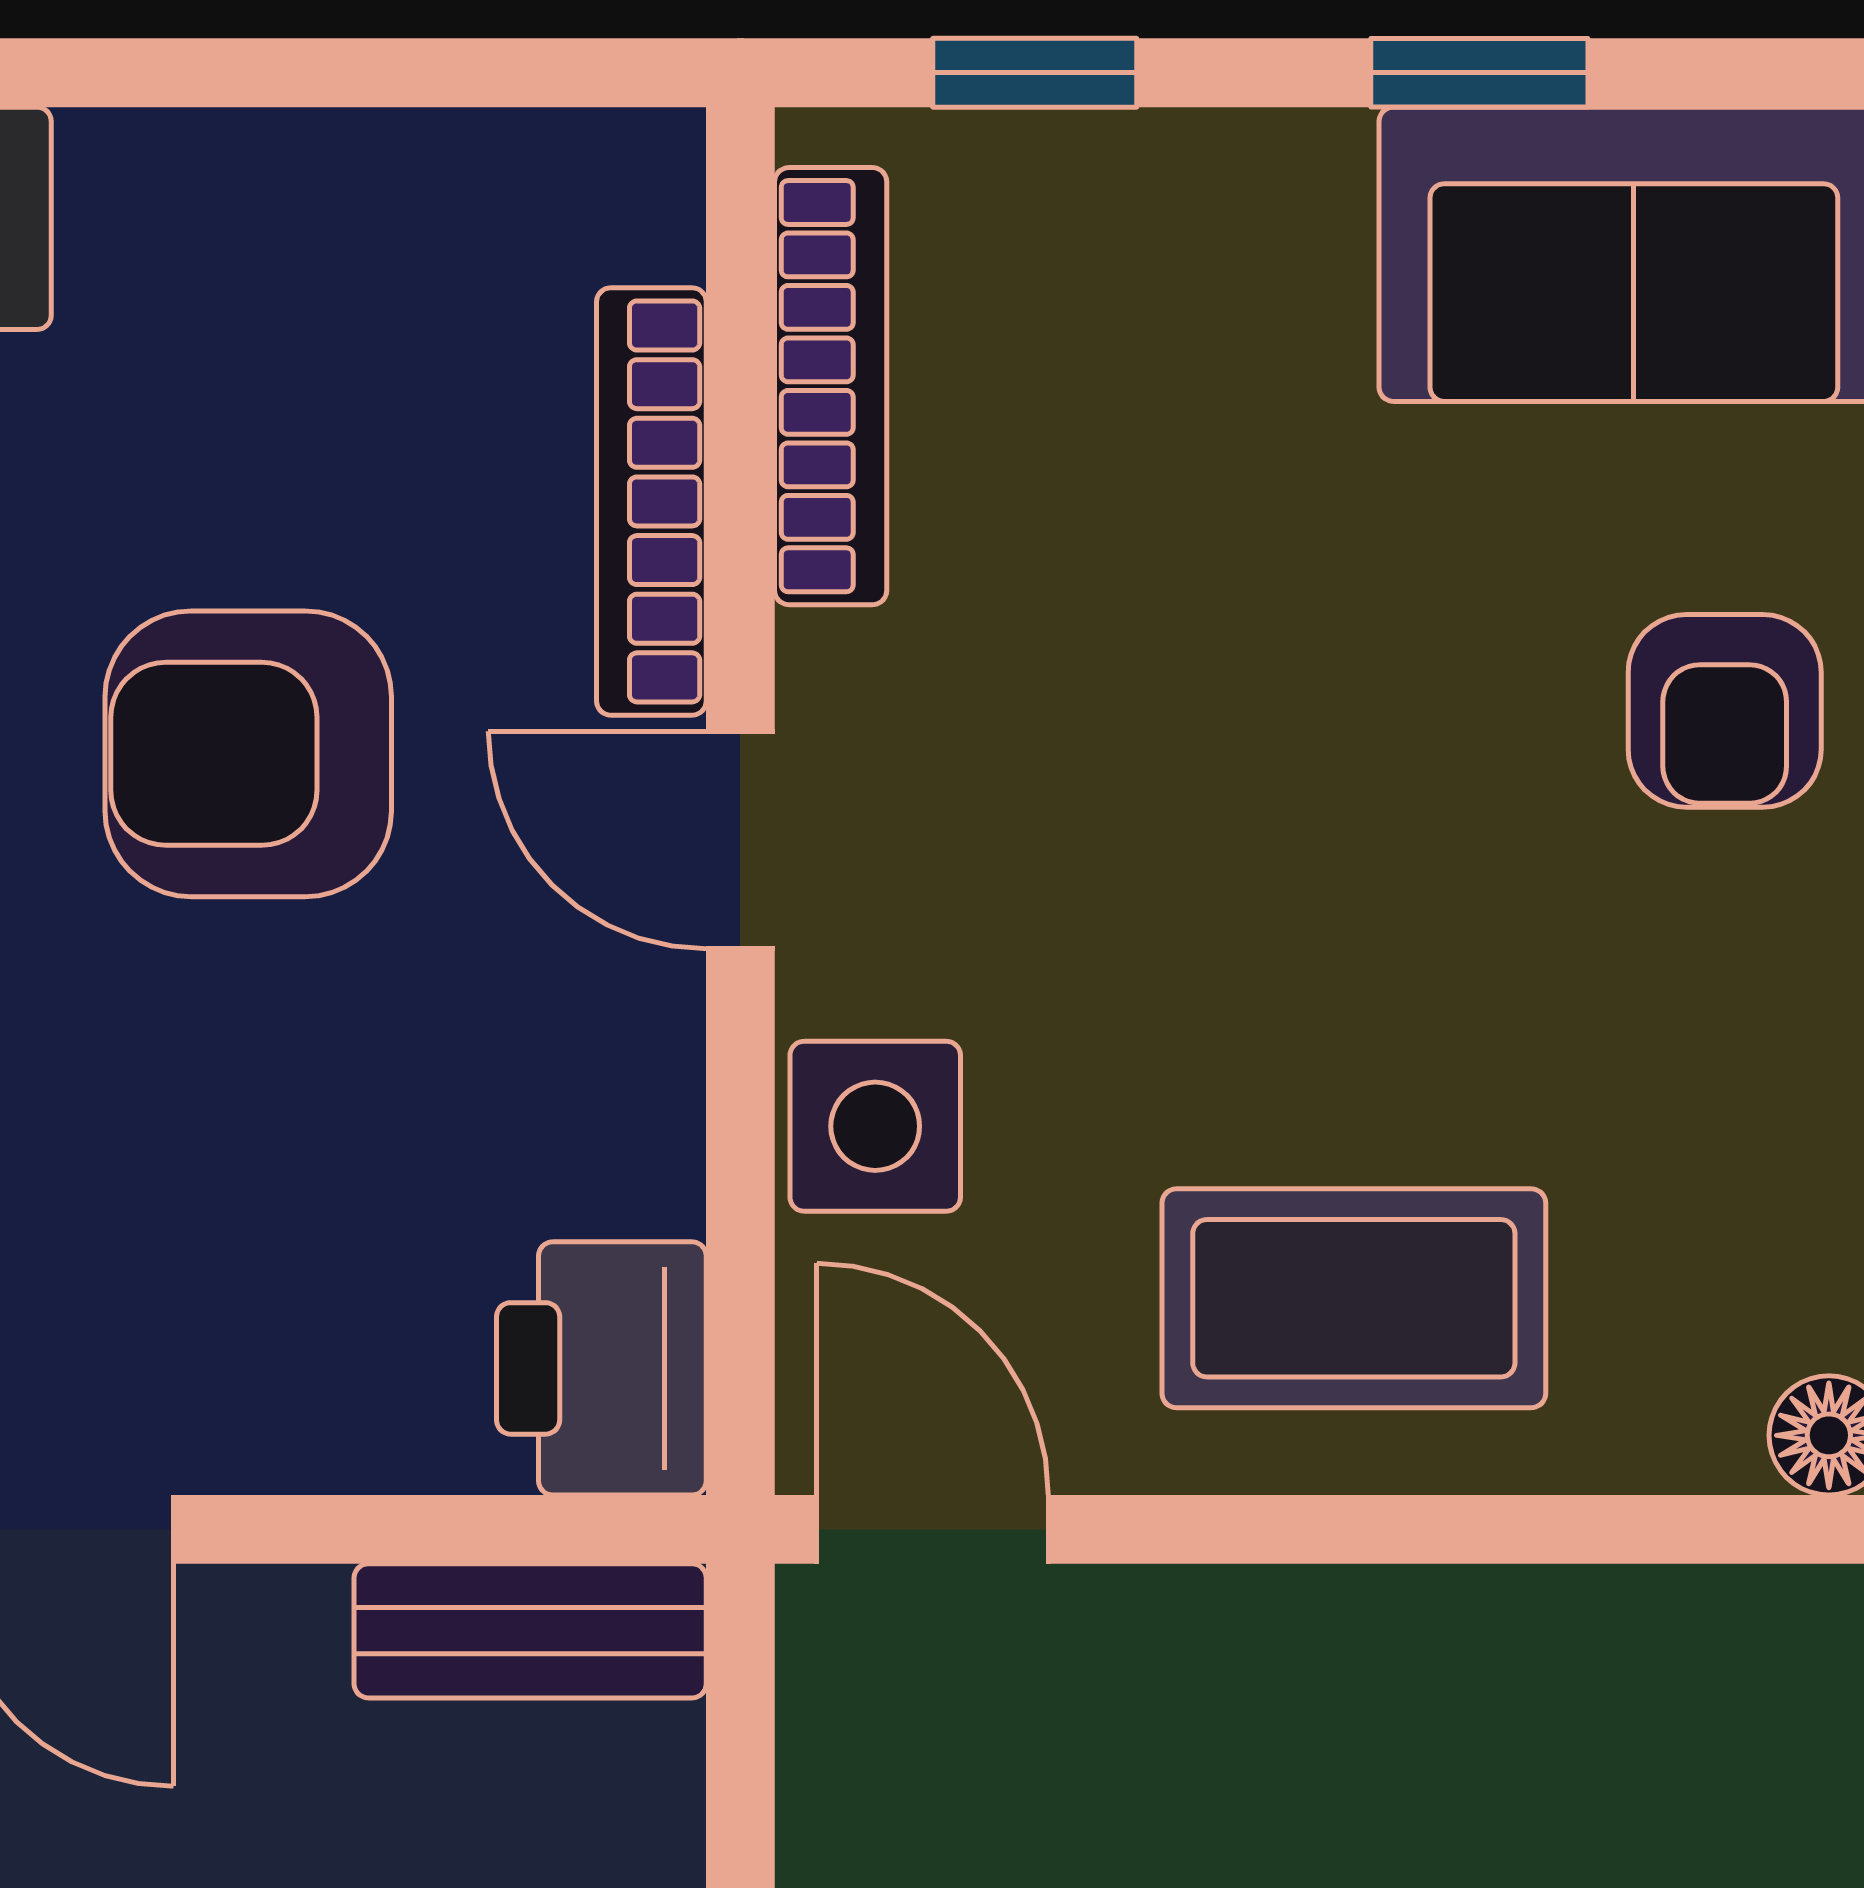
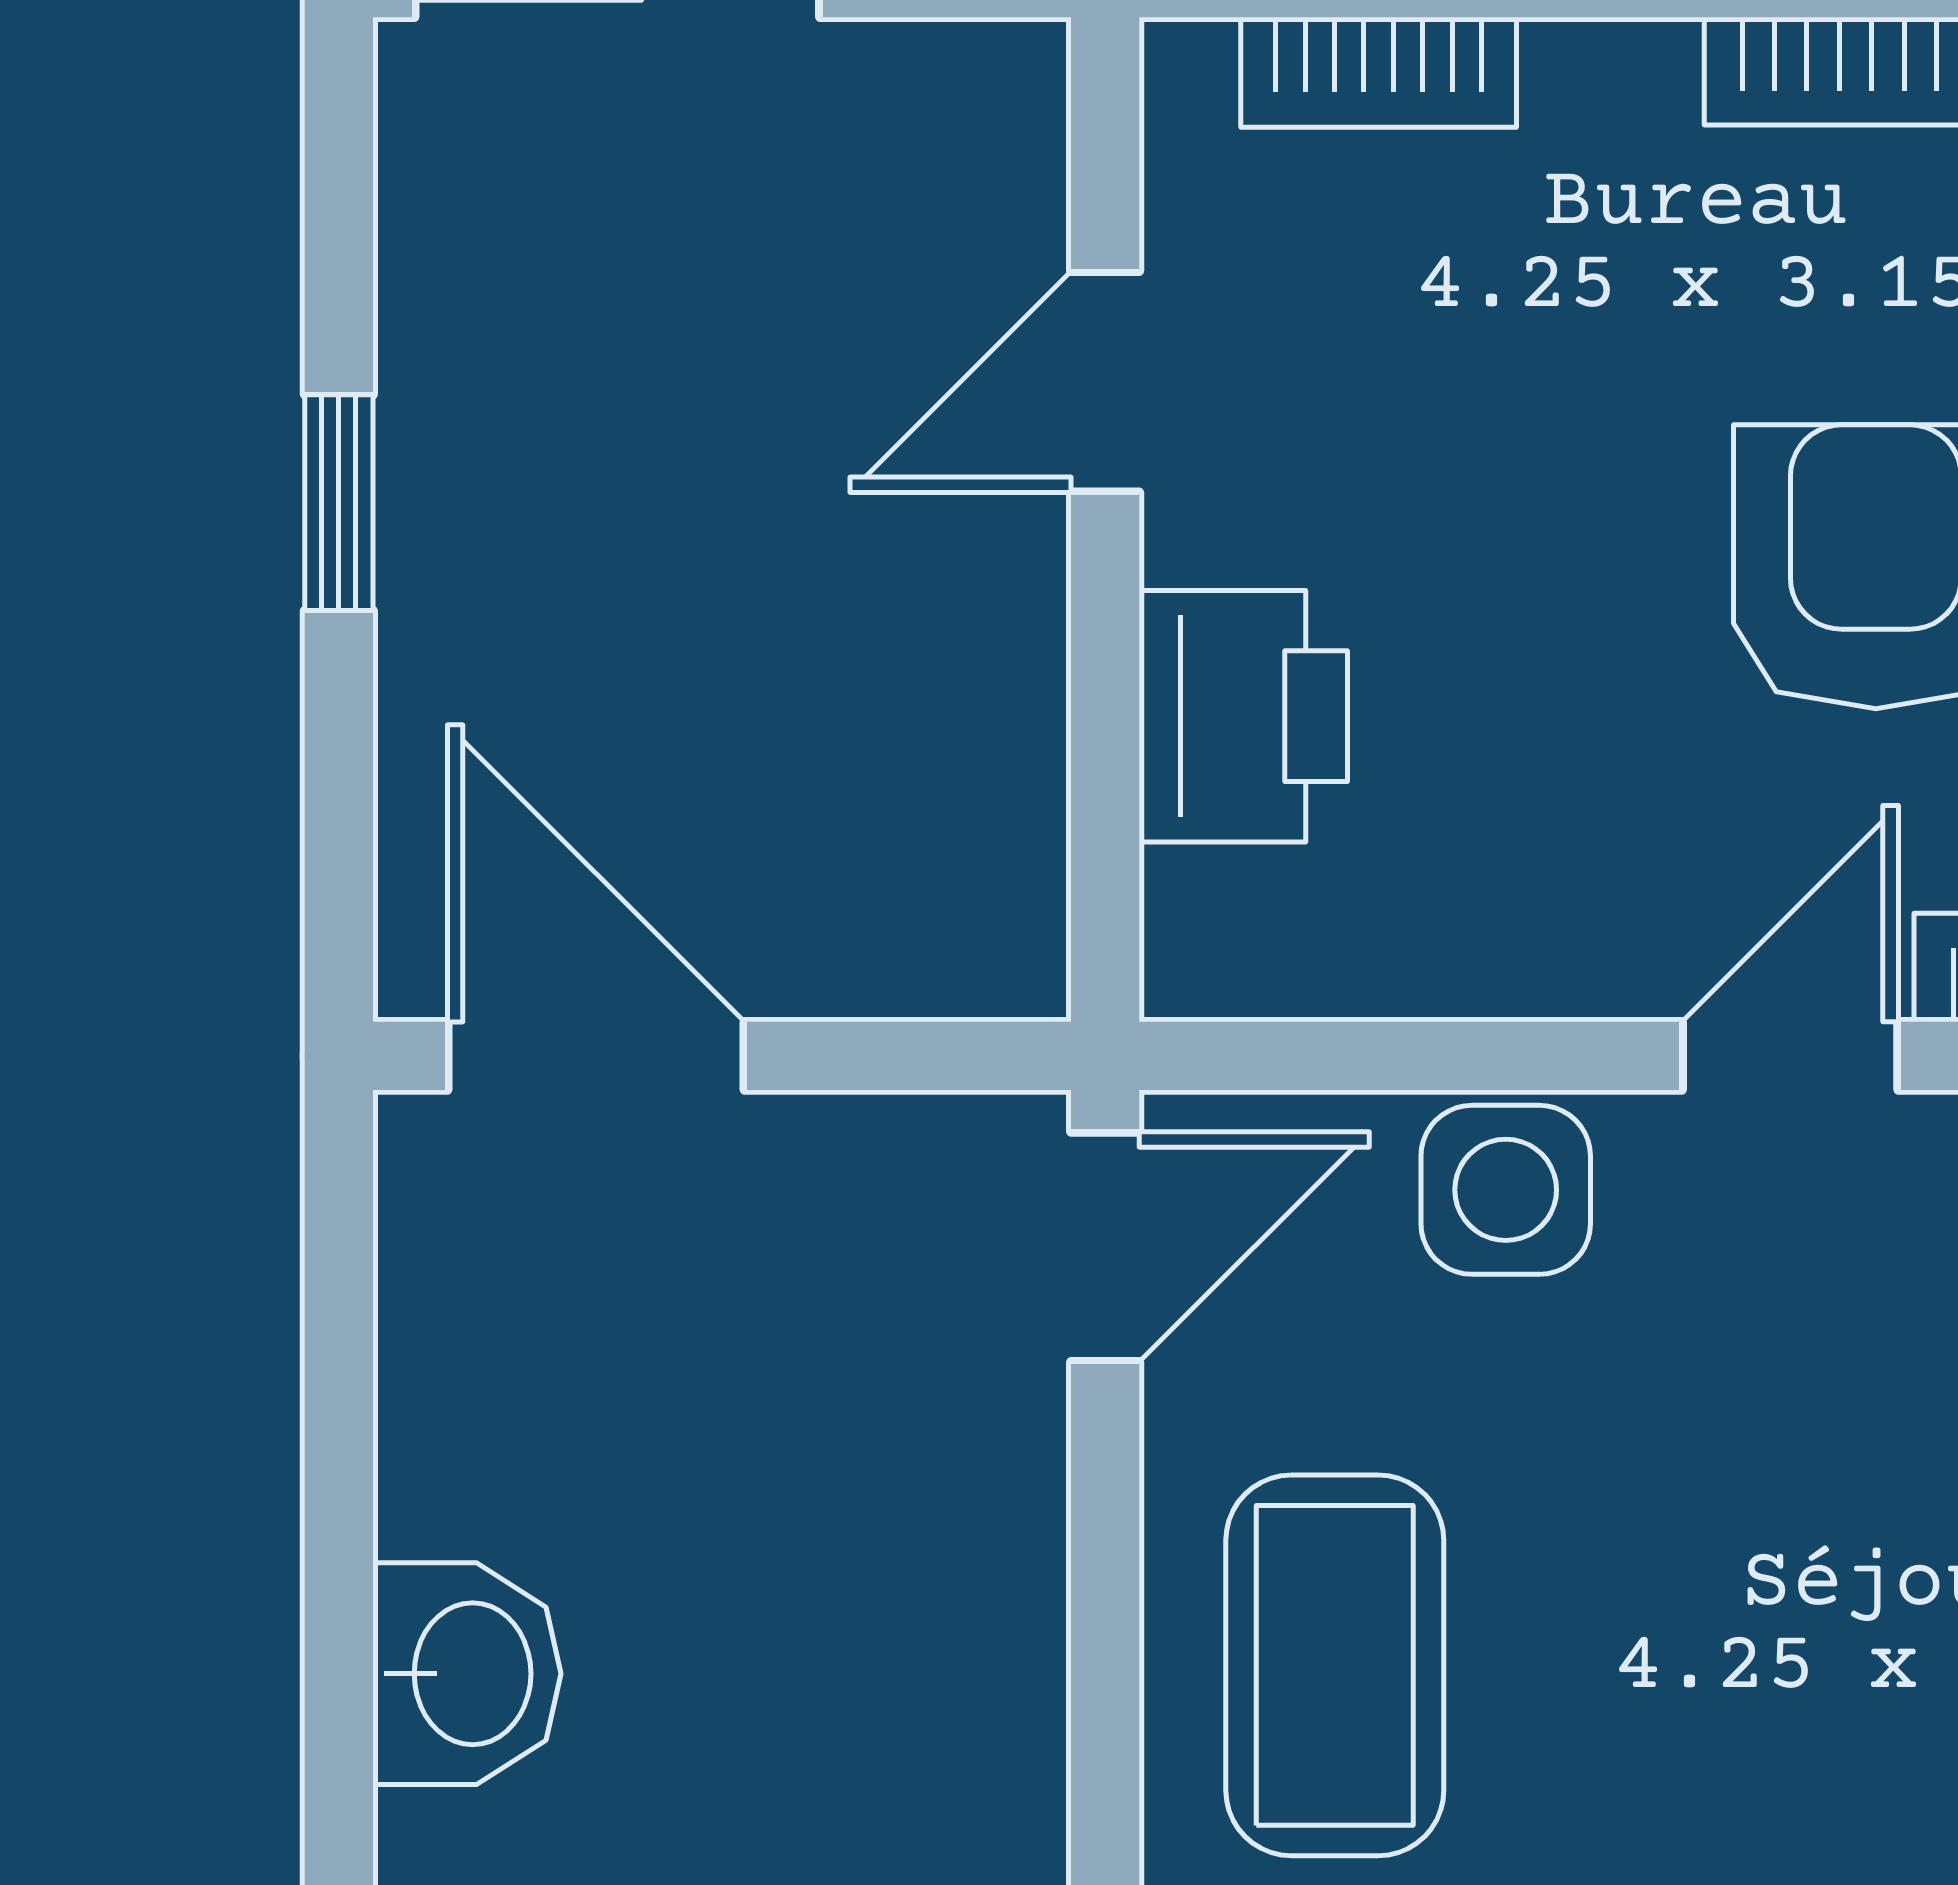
printer: (601, 1368) -> (1243, 716), moved, turned 90
bench: (530, 1631) -> (1004, 847), removed

